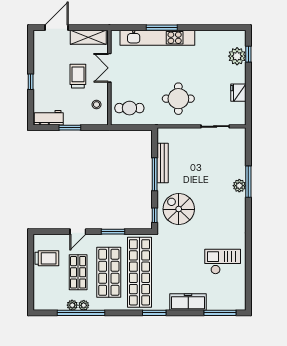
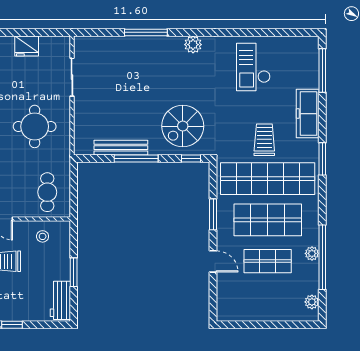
plant: (239, 186) -> (193, 45), moved
trolley: (47, 258) -> (264, 140), moved
plant: (72, 305) -> (312, 302), moved

